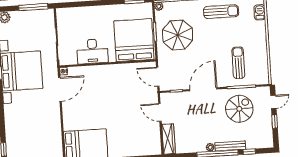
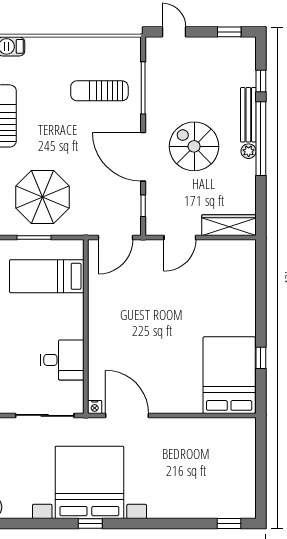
bed: (134, 40) -> (47, 276), width x0.49
desk: (92, 51) -> (62, 360), width x0.73
spiral stairs: (239, 109) -> (194, 146), moved
window: (275, 122) -> (229, 32), moved

